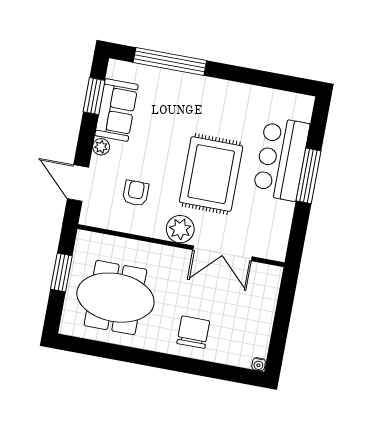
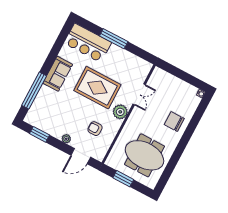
sofa: (116, 110) -> (58, 74), moved, turned 90
bar counter: (281, 159) -> (88, 43), moved
double door: (222, 253) -> (139, 94), width x0.73
meeting table: (115, 298) -> (145, 155), turned 90

